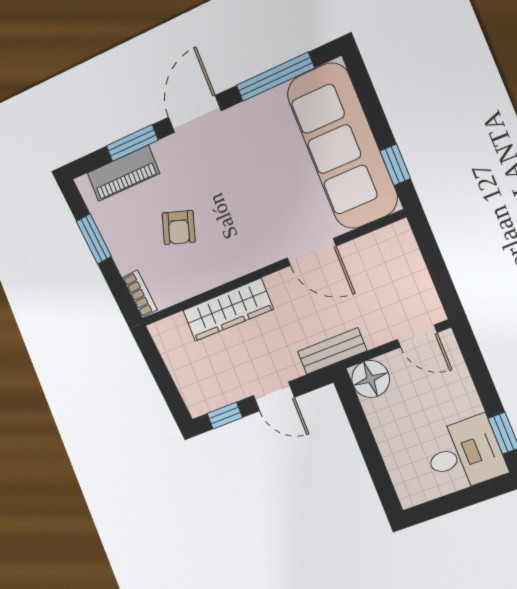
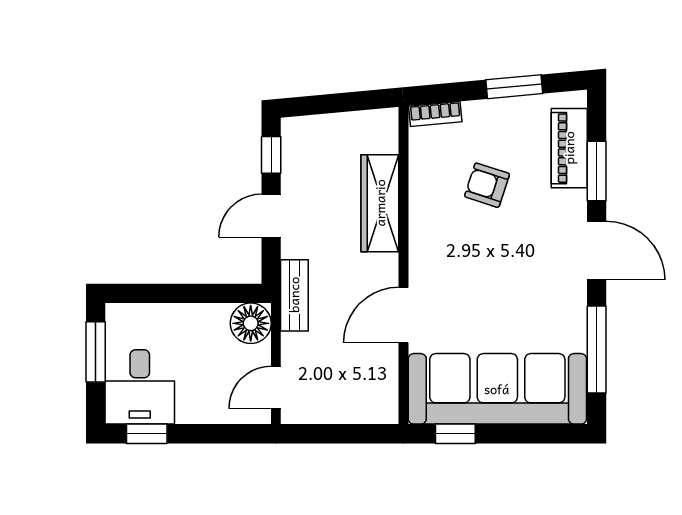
window: (449, 504) -> (96, 352), added

